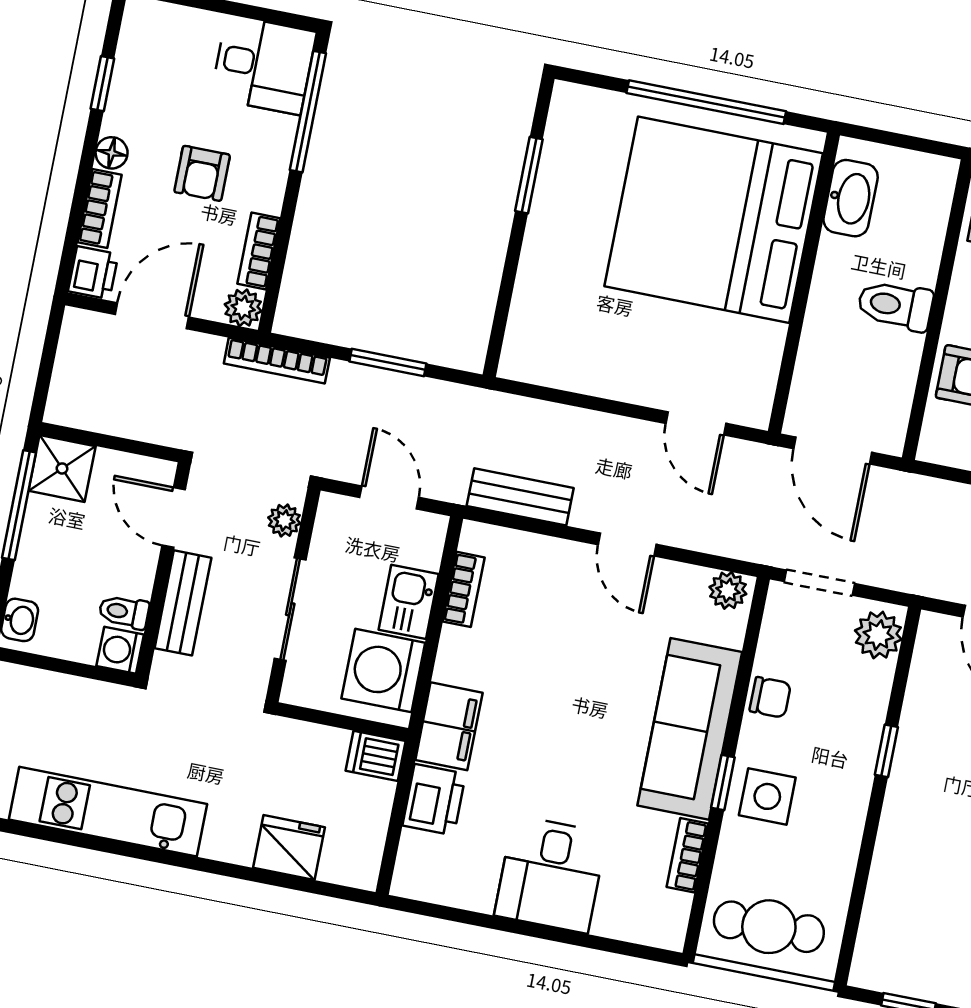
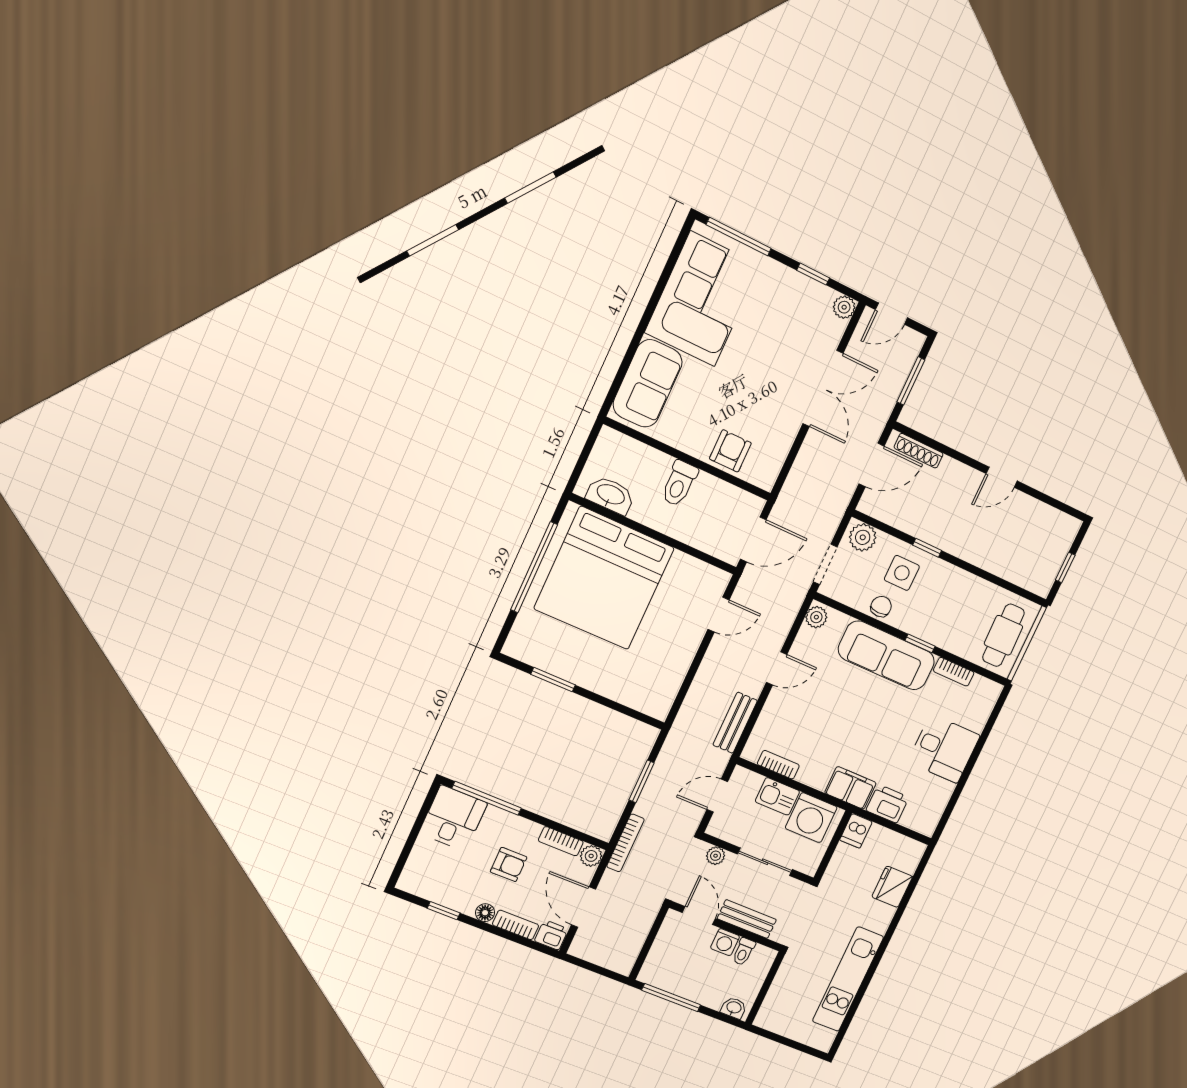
shower: (62, 468) -> (657, 971), removed
door: (174, 518) -> (699, 916), swing flipped
washing machine: (120, 650) -> (725, 942), moved
side table: (767, 796) -> (902, 573), moved

